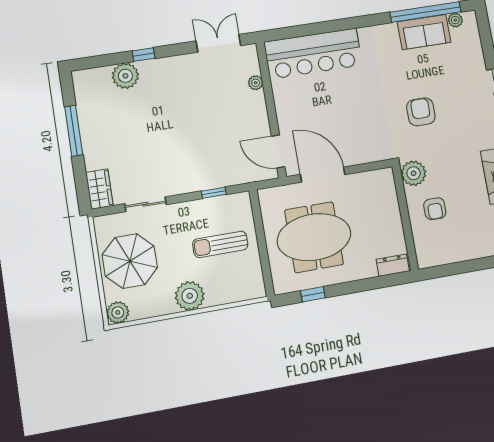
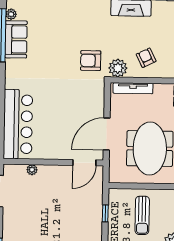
armchair: (421, 112) -> (91, 61), moved
tv unit: (391, 199) -> (133, 88), added
armchair: (435, 209) -> (146, 58), turned -116

